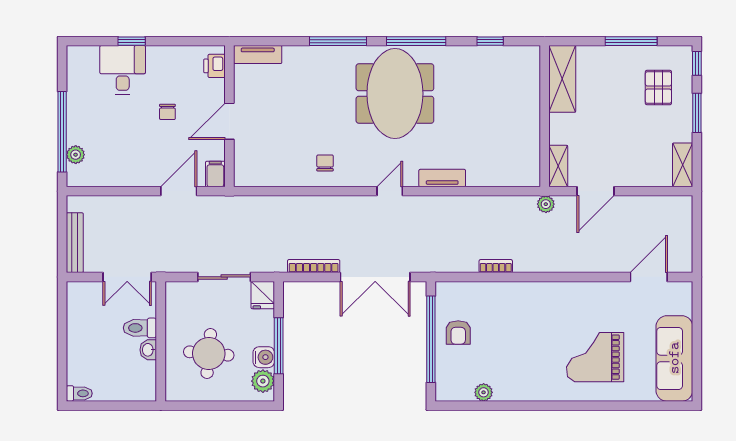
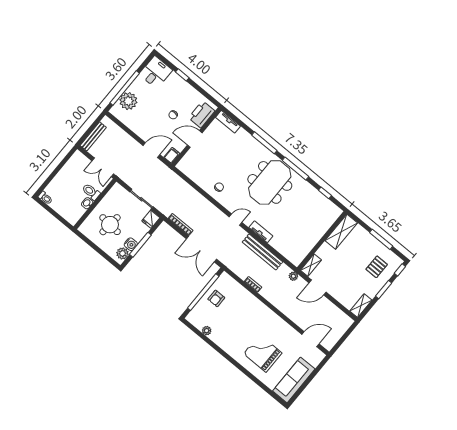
printer: (214, 66) -> (202, 114), width x1.87, depth x1.48
desk: (123, 70) -> (156, 72), moved
plant: (76, 155) -> (128, 101), width x1.87, depth x1.87
bench: (470, 206) -> (263, 252), added

